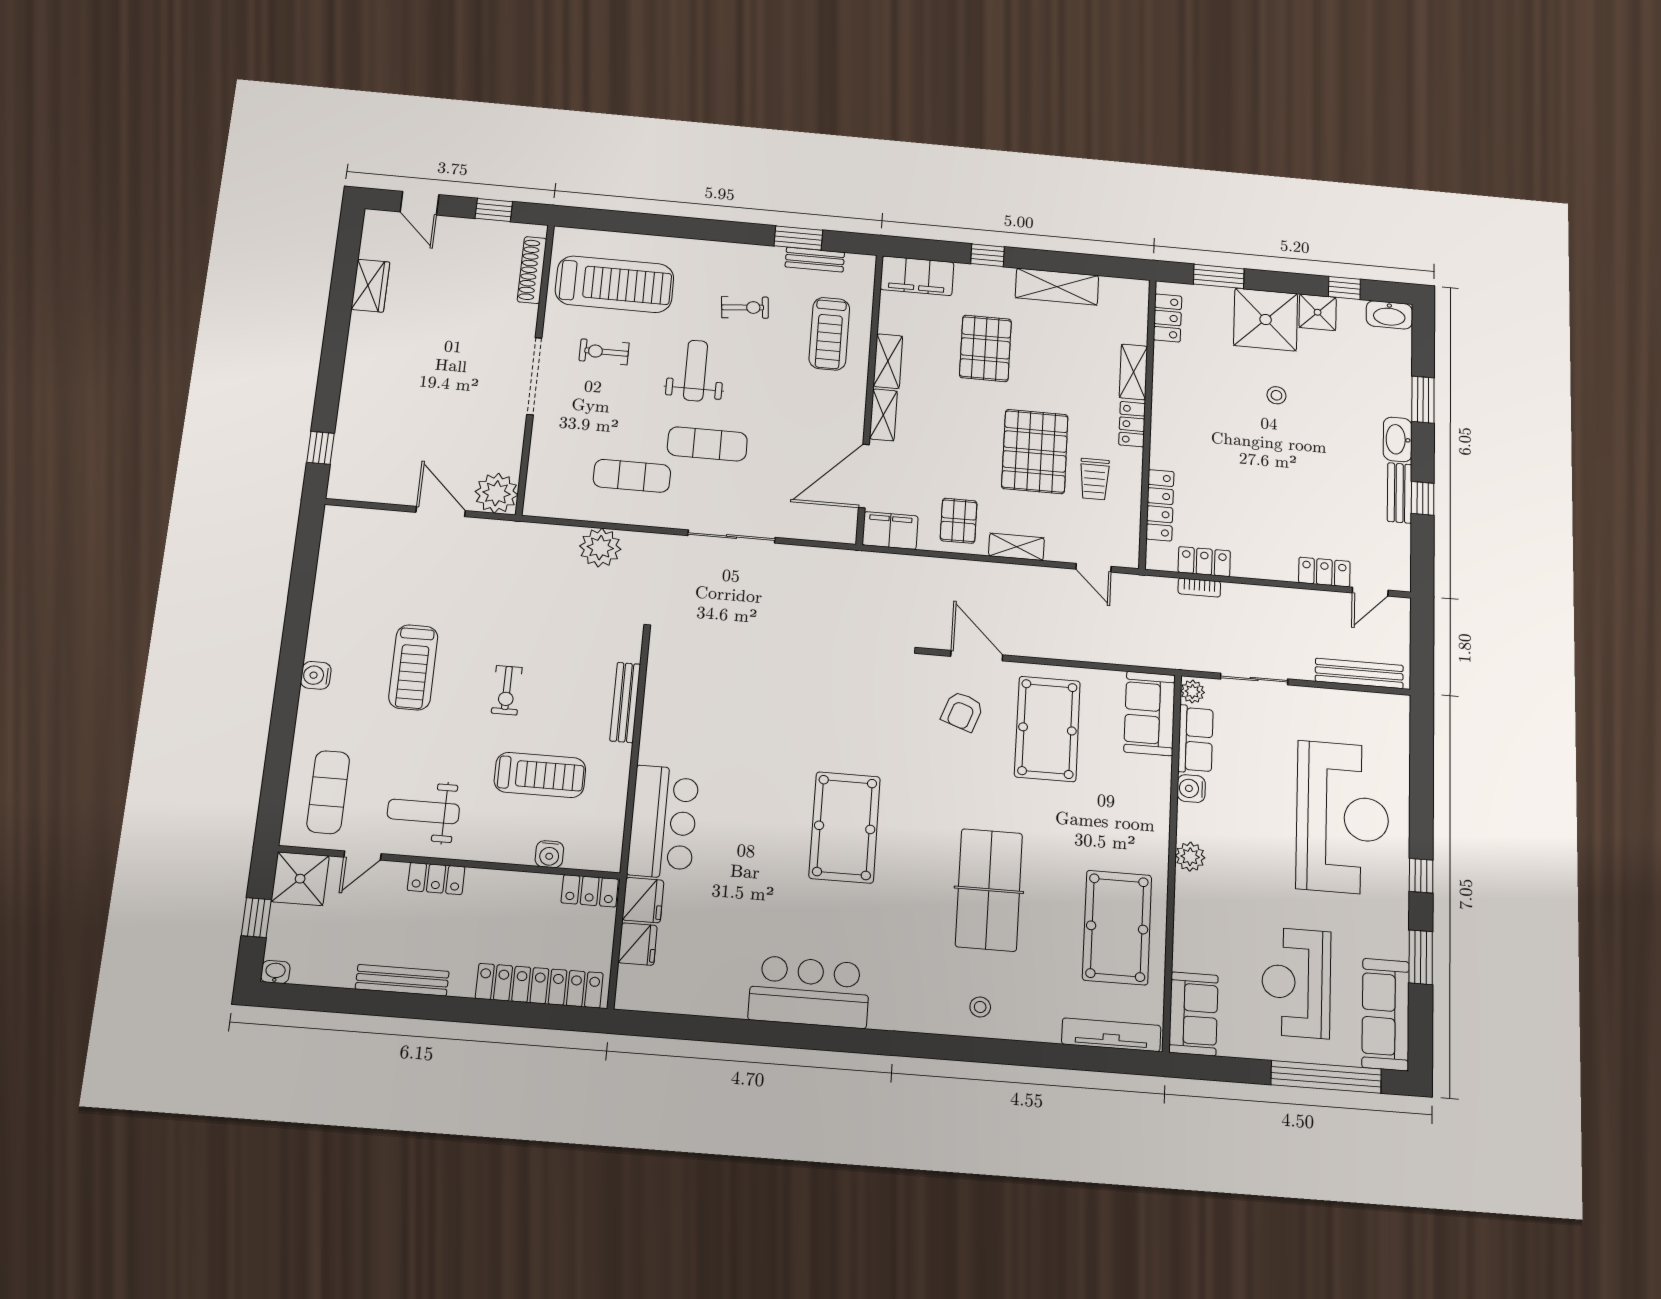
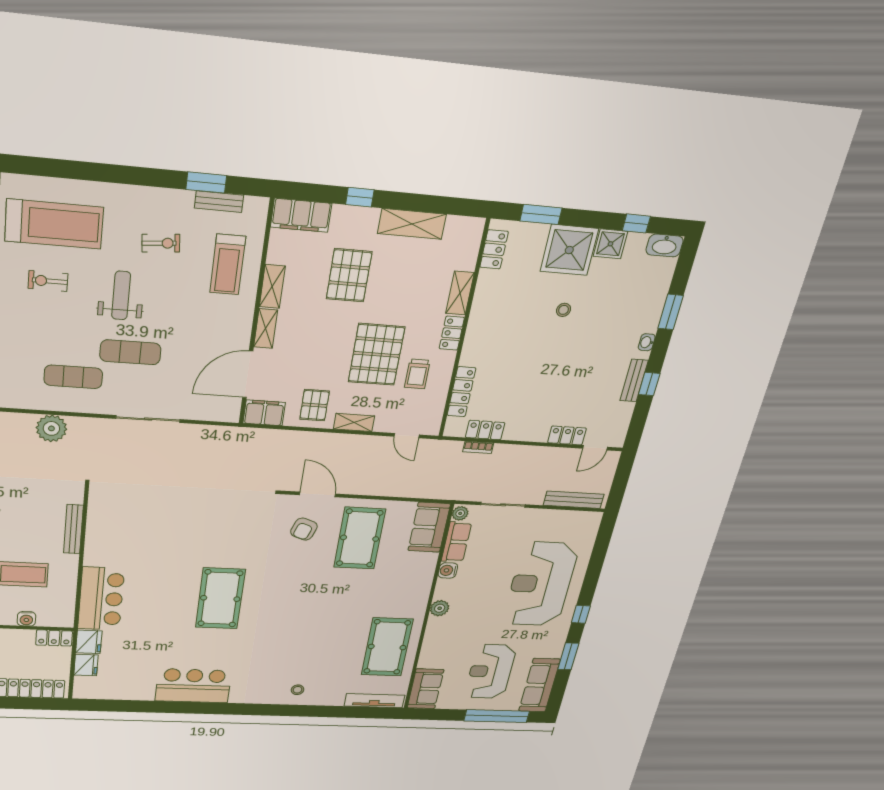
washbasin: (1398, 439) -> (647, 342), width x0.52, depth x0.69
reception desk: (1343, 818) -> (541, 584), turned 180
table tennis table: (989, 890) -> (310, 630), removed

